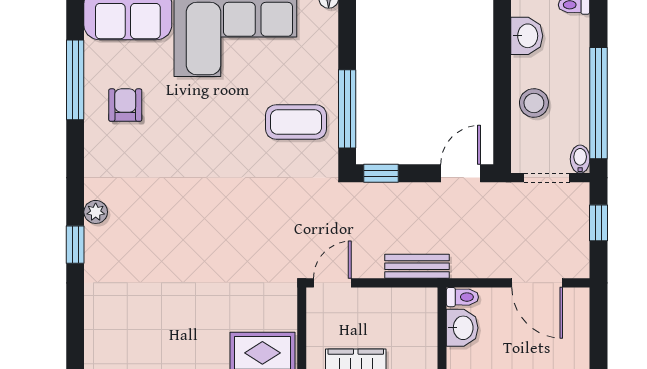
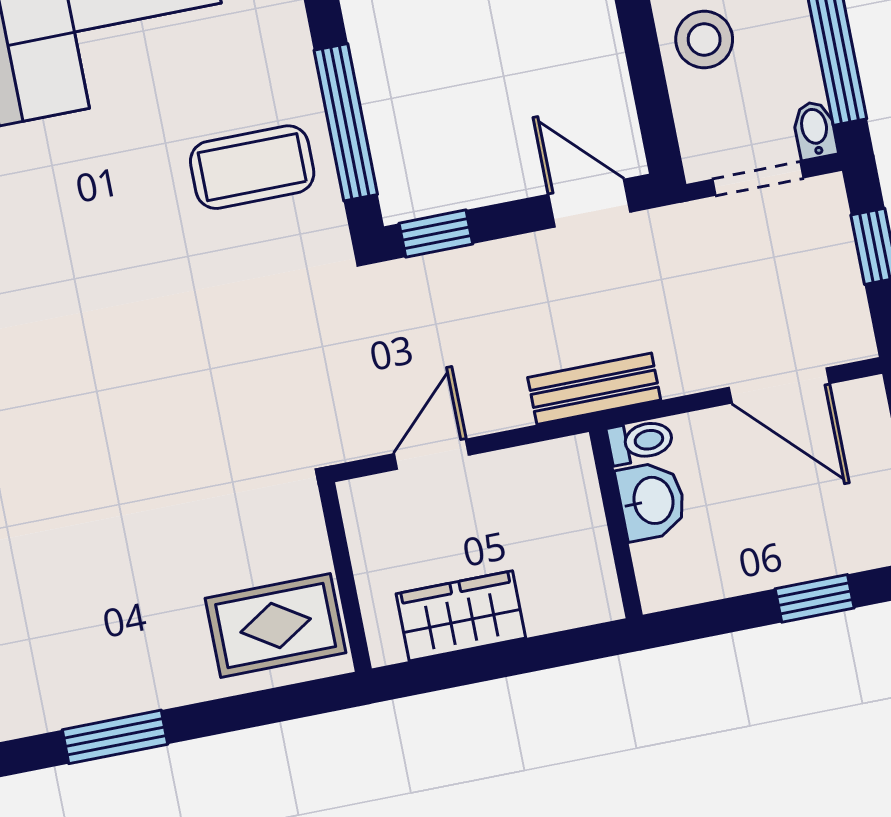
door: (461, 173) -> (589, 203), hinge flipped
bench: (417, 266) -> (594, 389), moved
door: (332, 283) -> (431, 454), moved

